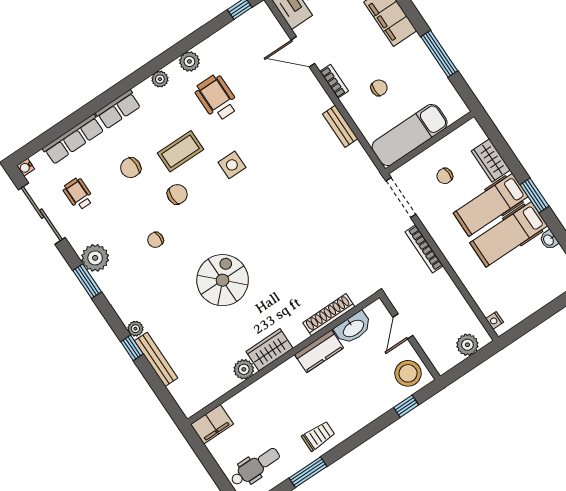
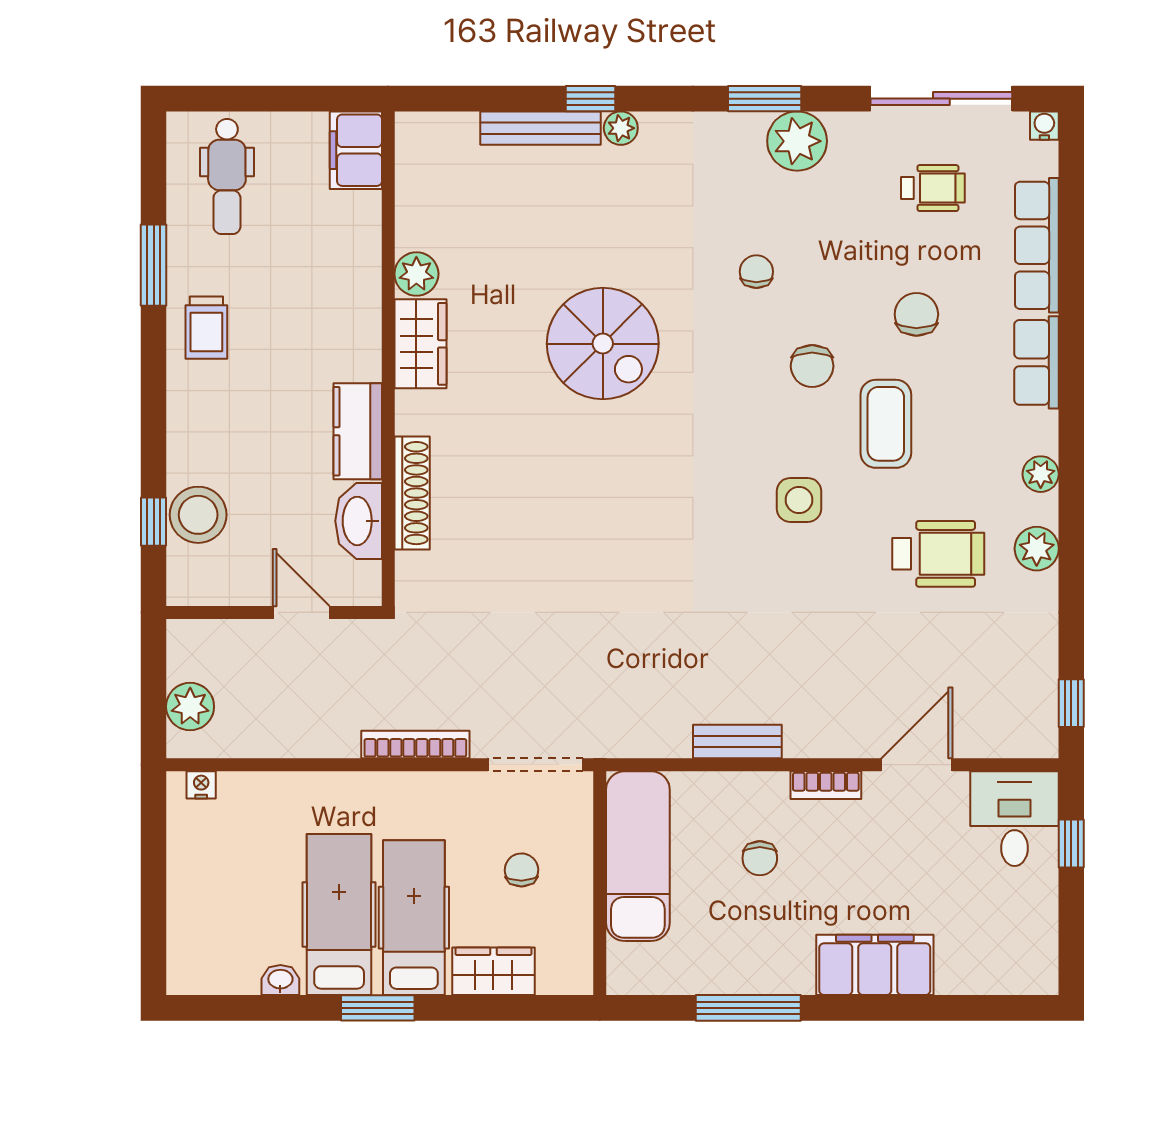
stool: (408, 373) -> (198, 515), moved

